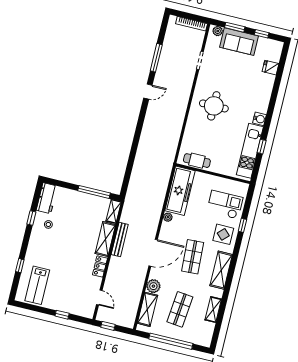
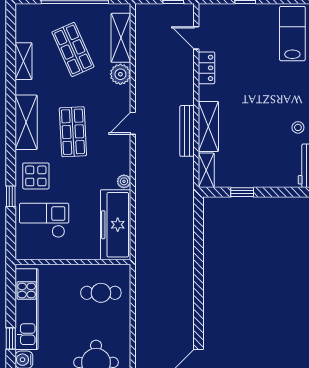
window: (262, 147) -> (11, 339), moved
cafe table: (197, 161) -> (101, 293), moved
window: (94, 192) -> (242, 192), width x0.46
checkout: (225, 205) -> (44, 220), turned 180
door: (153, 253) -> (133, 123), width x0.53
locker: (100, 266) -> (206, 68), moved
shop shelf: (180, 309) -> (73, 49), turned -30

